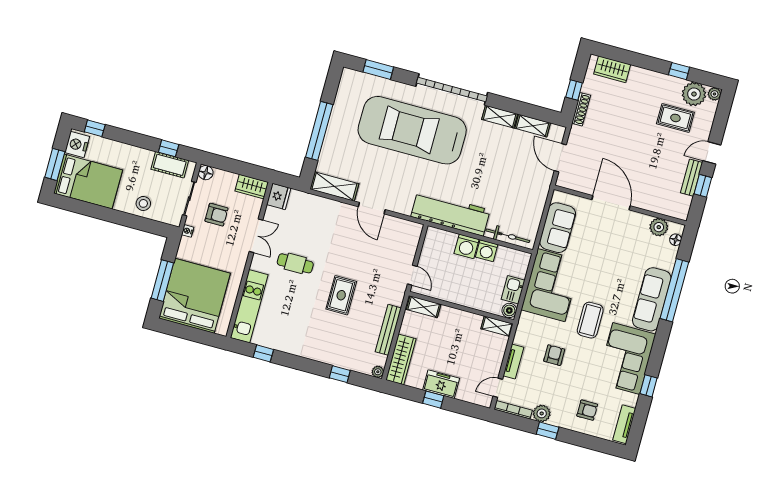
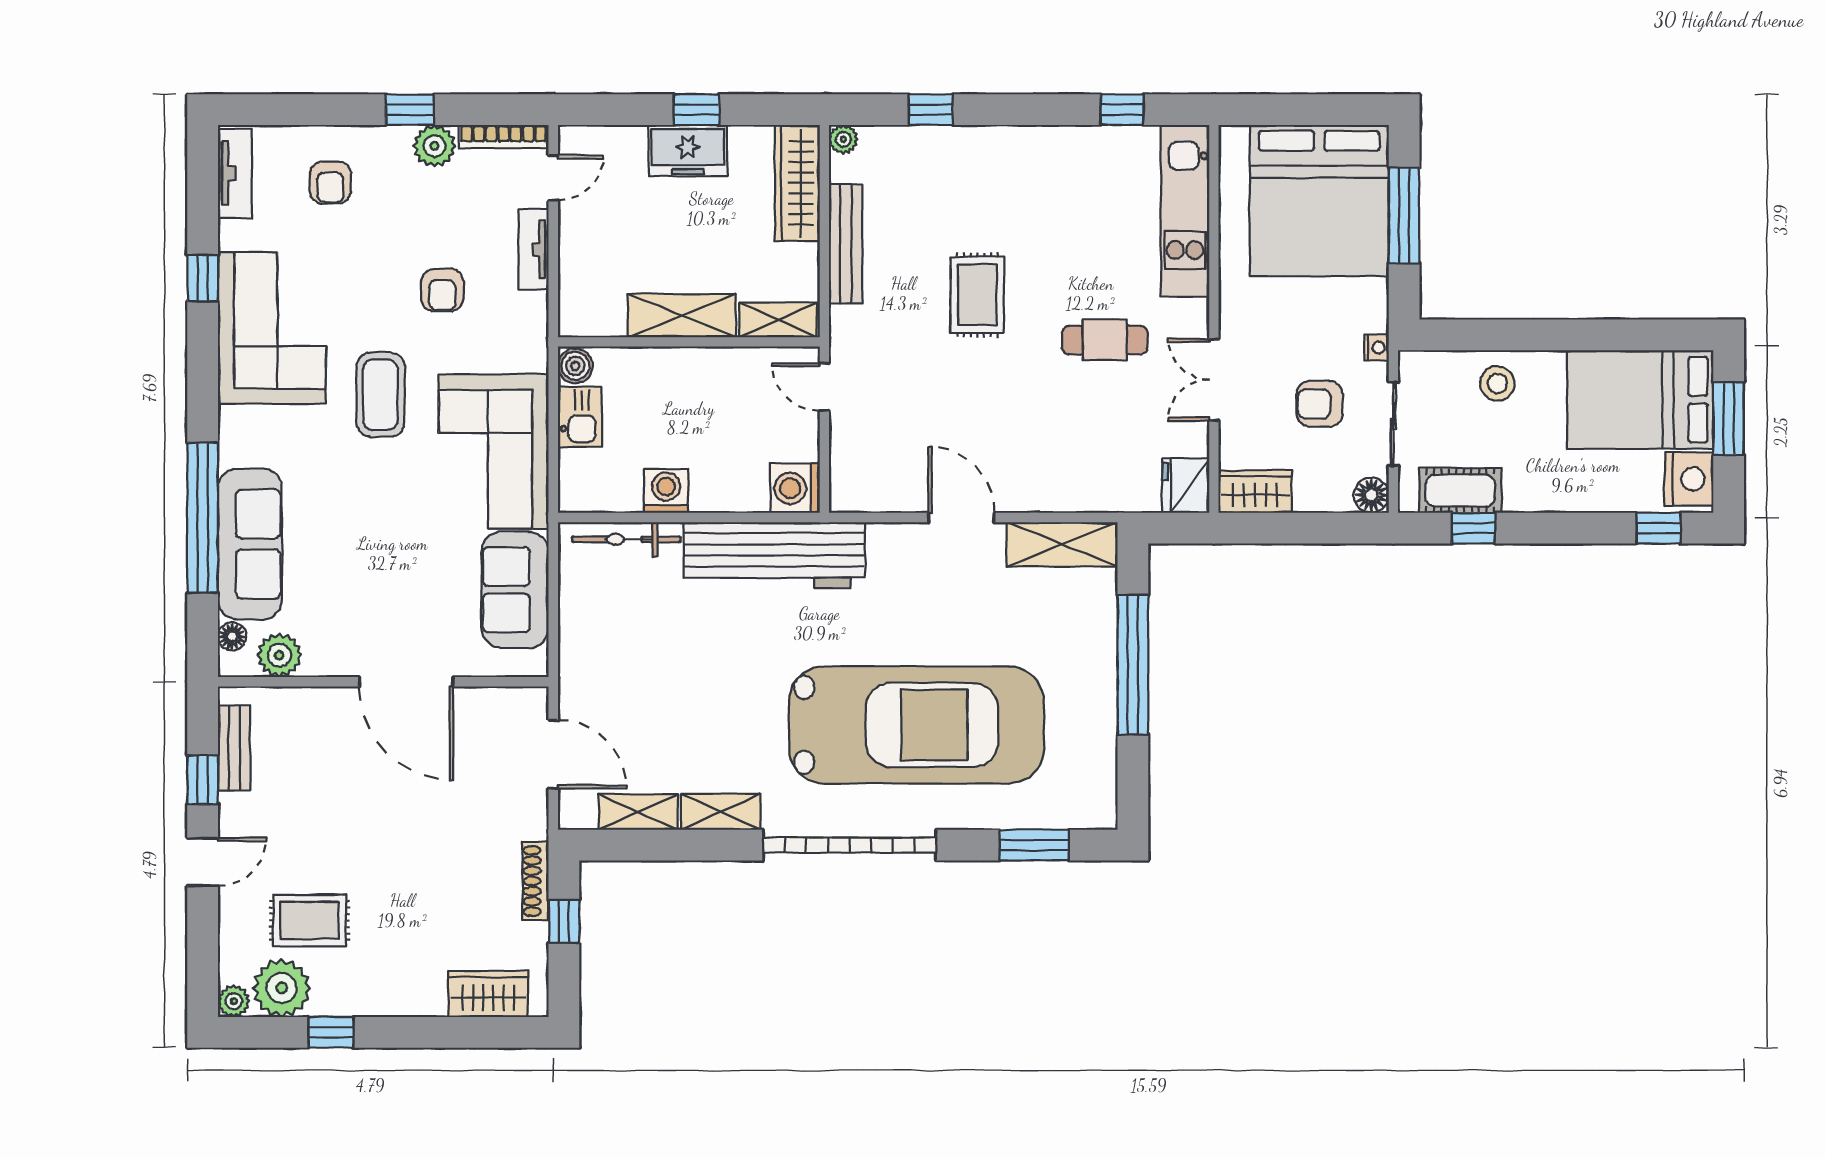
bench: (692, 178) -> (234, 748), moved
washing machine: (466, 246) -> (795, 488), moved, turned -90
sofa: (652, 299) -> (250, 544), moved
shelving: (497, 326) -> (682, 316), moved, width x1.50, depth x1.33
armchair: (587, 410) -> (330, 183), turned -90

